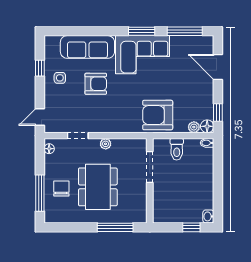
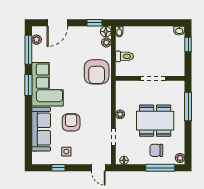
plant: (197, 41) -> (37, 40), added
doorway: (150, 167) -> (153, 78), moved
plant: (52, 217) -> (180, 158), added

